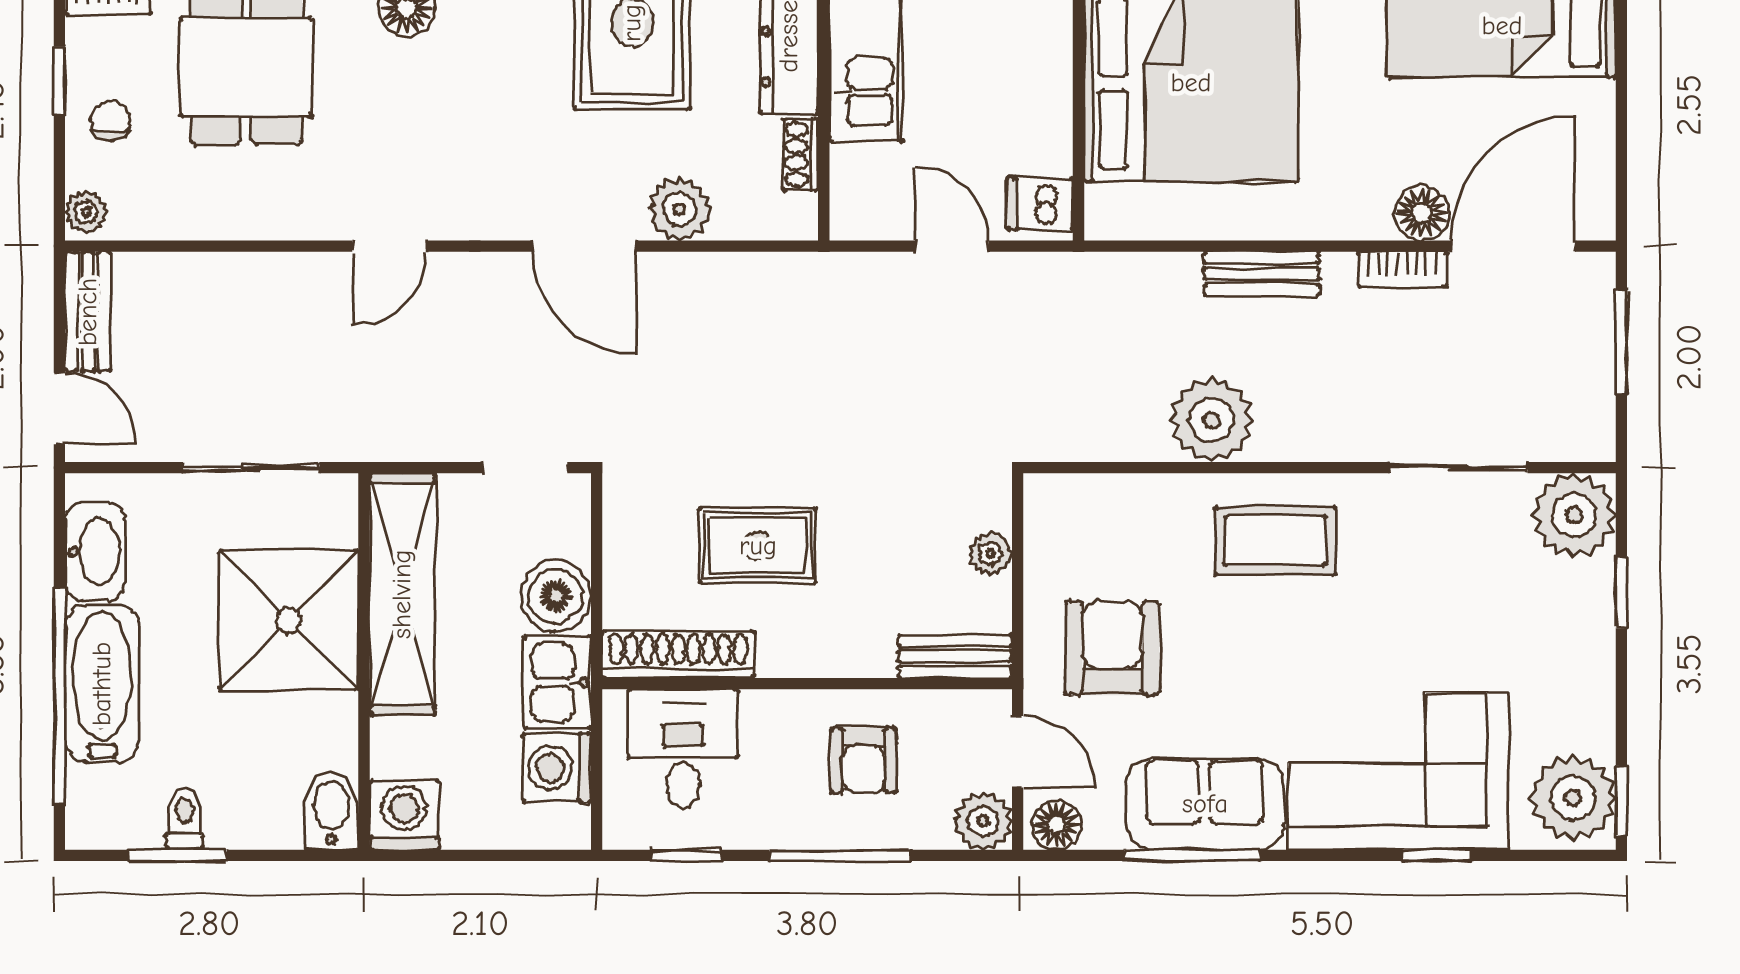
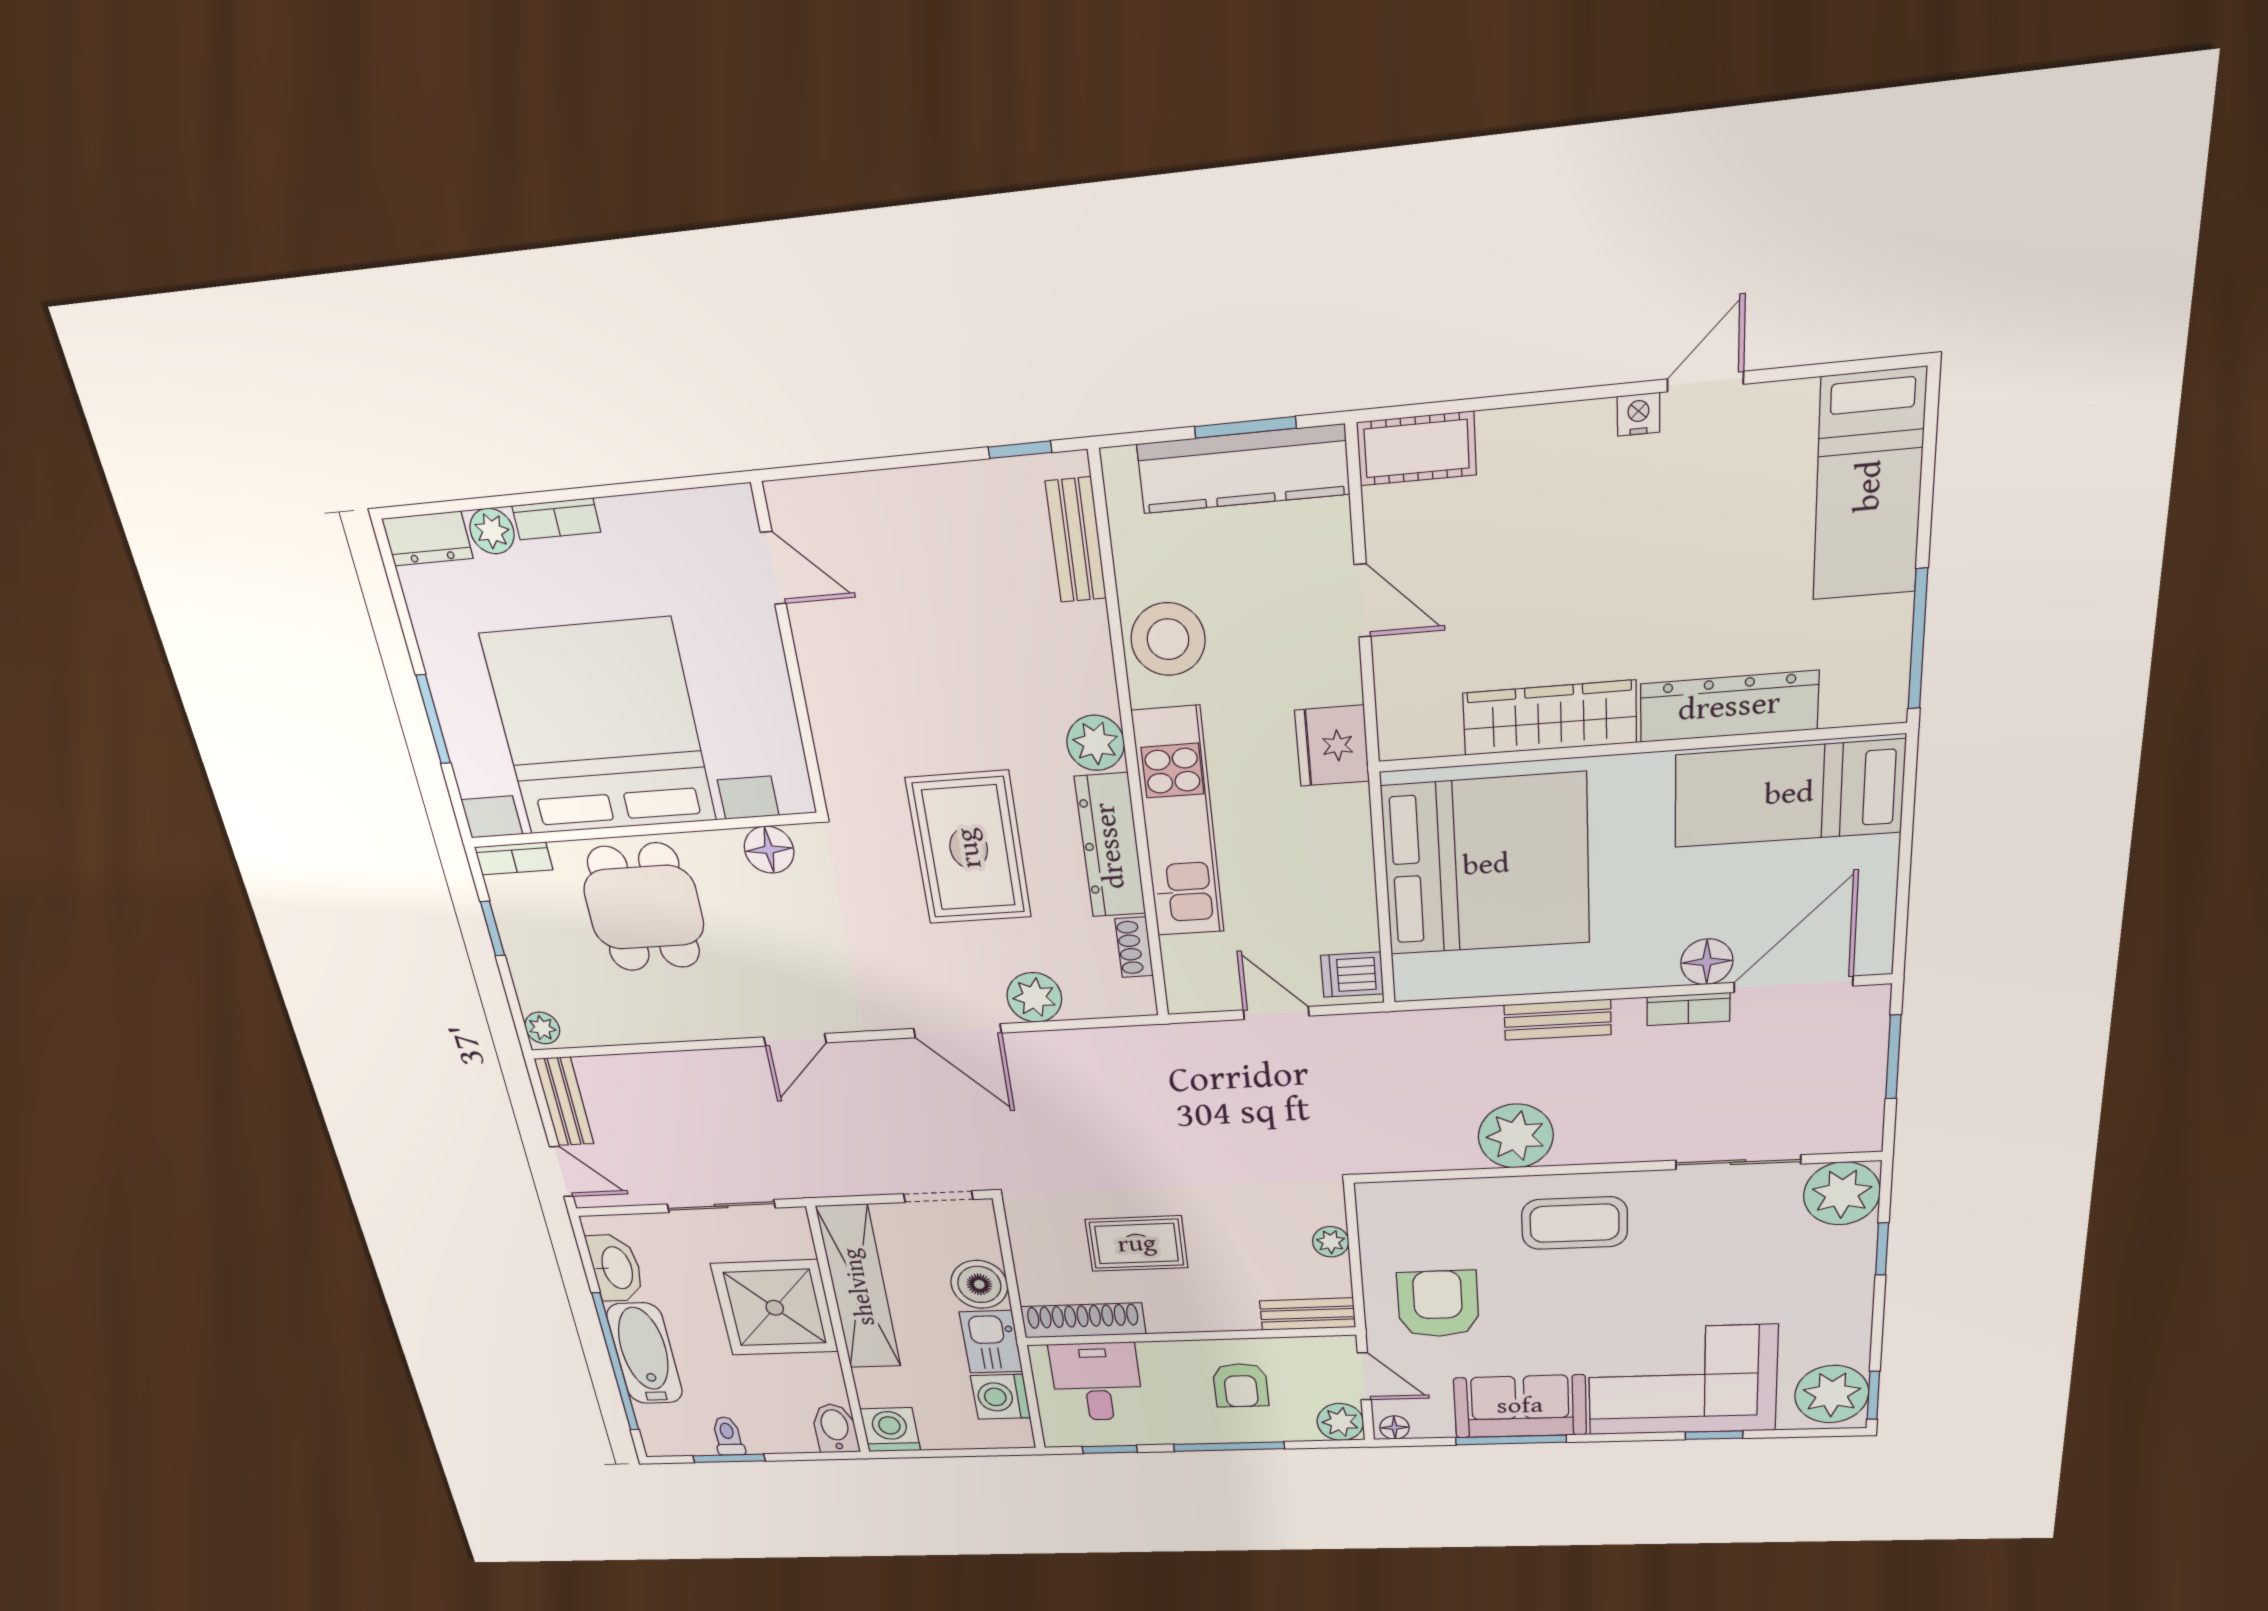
chair: (111, 121) -> (543, 957), removed
floor lamp: (1057, 825) -> (1394, 1428), width x0.73, depth x0.73

